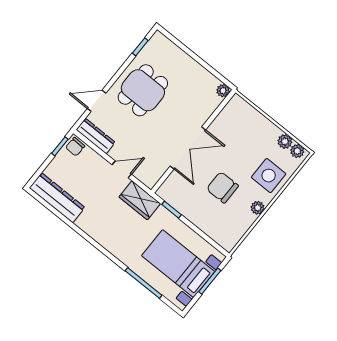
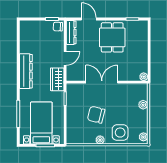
dining table: (143, 90) -> (112, 37), turned 90
plant: (285, 141) -> (143, 105), moved
double door: (188, 148) -> (102, 82), swing flipped
door: (122, 169) -> (65, 58), hinge flipped
chair: (222, 187) -> (96, 115), turned -76
dresser: (57, 198) -> (26, 71), moved

